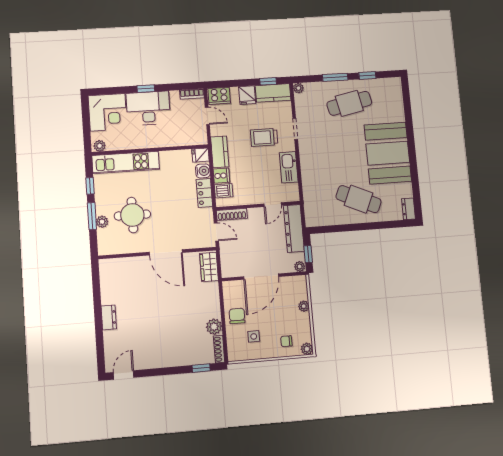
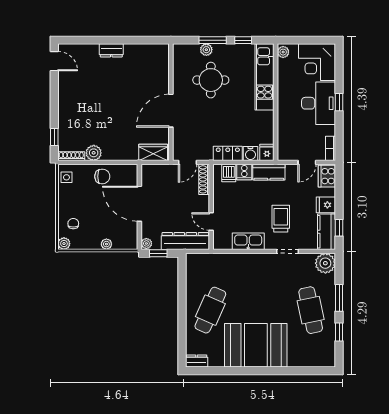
plant: (298, 88) -> (325, 263), width x1.88, depth x1.88
side table: (254, 336) -> (66, 177), moved

